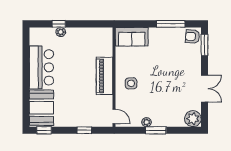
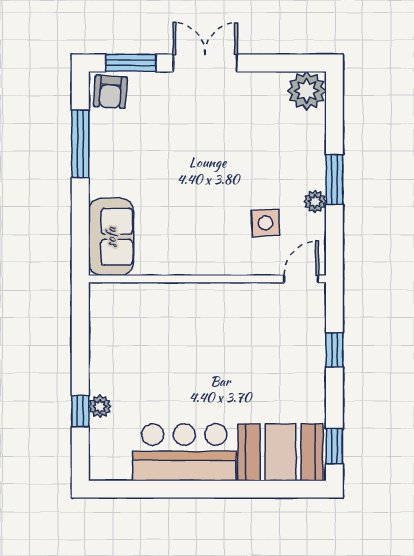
piano: (105, 76) -> (205, 302), removed
side table: (131, 83) -> (266, 223), moved
double door: (204, 89) -> (205, 63), moved

